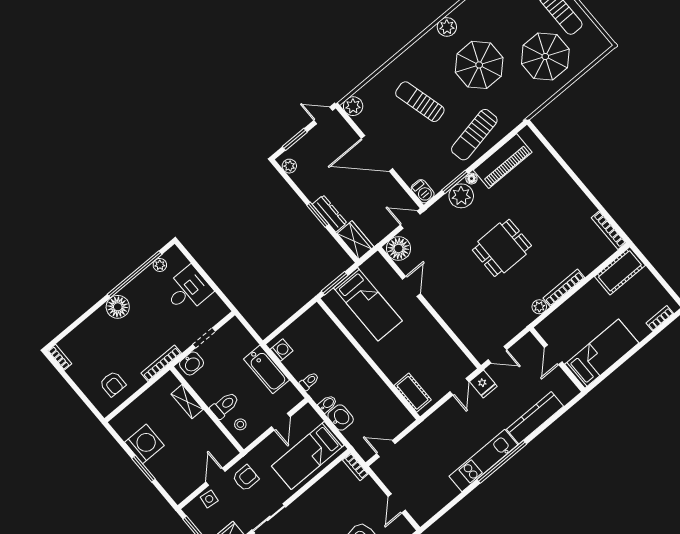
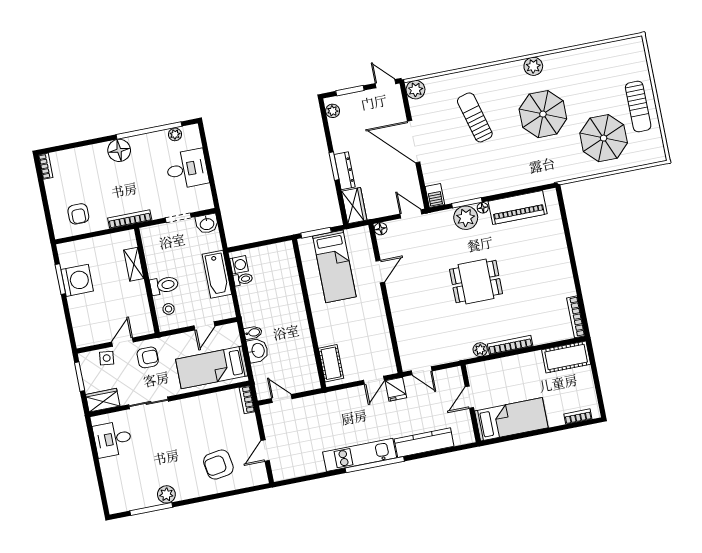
sun lounger: (474, 135) -> (506, 171), removed
floor lamp: (398, 248) -> (381, 229), width x0.53, depth x0.53
washbasin: (192, 363) -> (207, 224), moved
toilet: (309, 381) -> (243, 279), moved
window: (144, 469) -> (60, 279), moved

